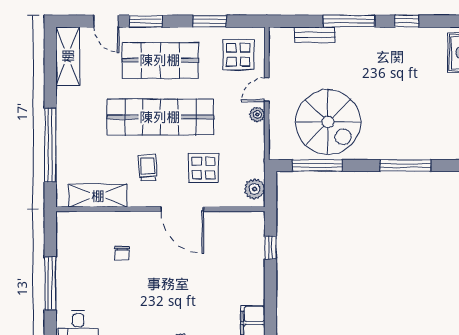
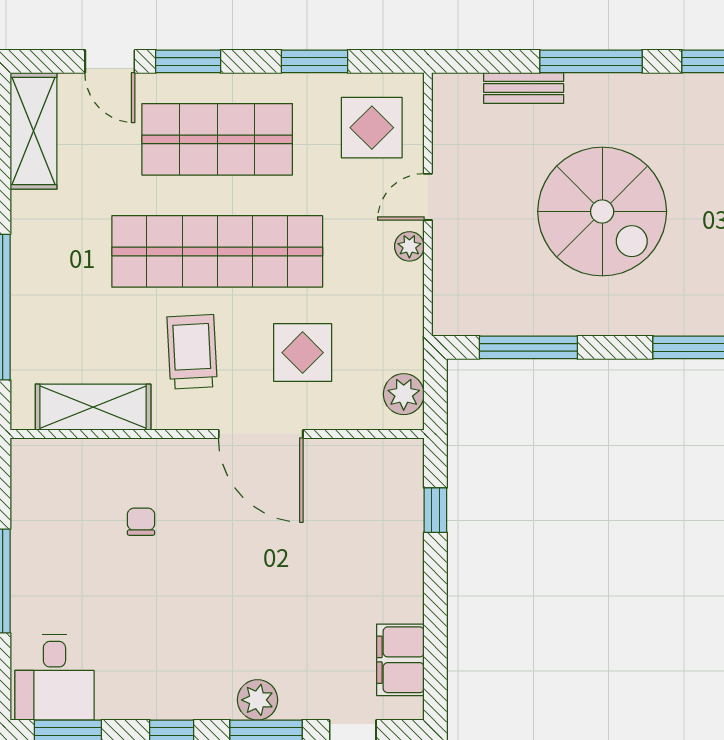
spiral stairs: (328, 122) -> (602, 212), moved
trolley: (148, 168) -> (192, 352), width x1.36, depth x1.39
chair: (122, 253) -> (141, 522), turned 180

